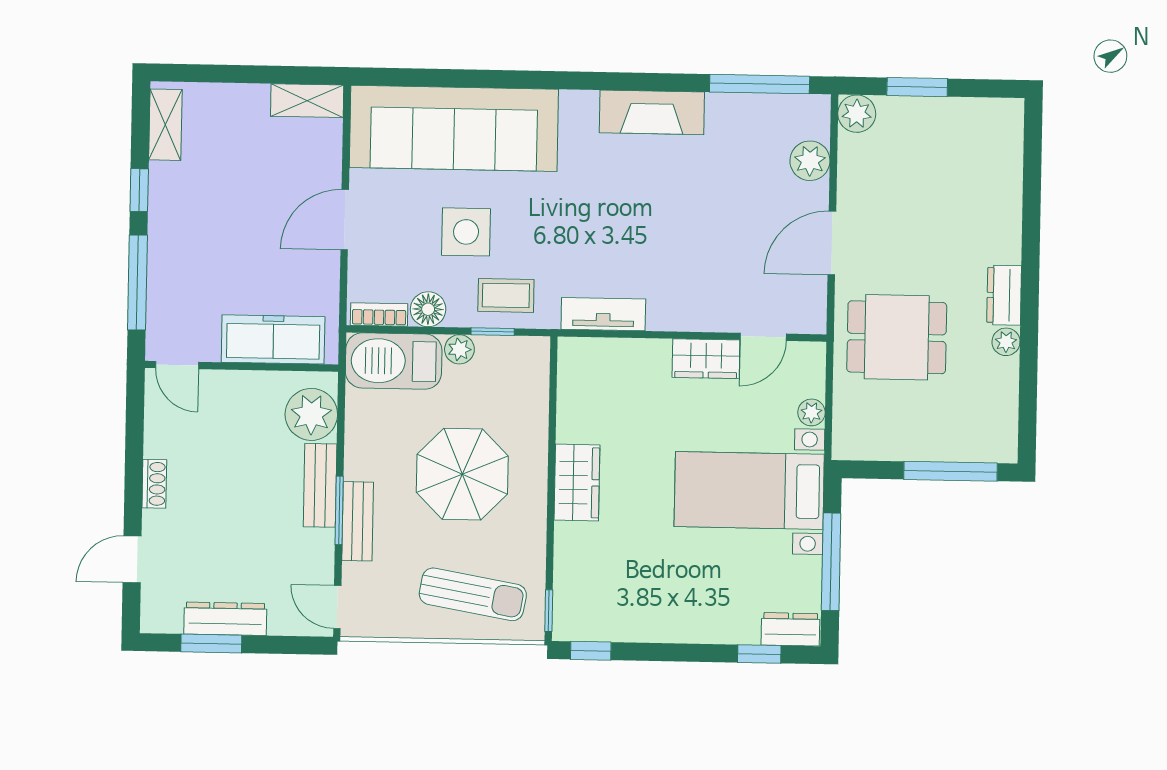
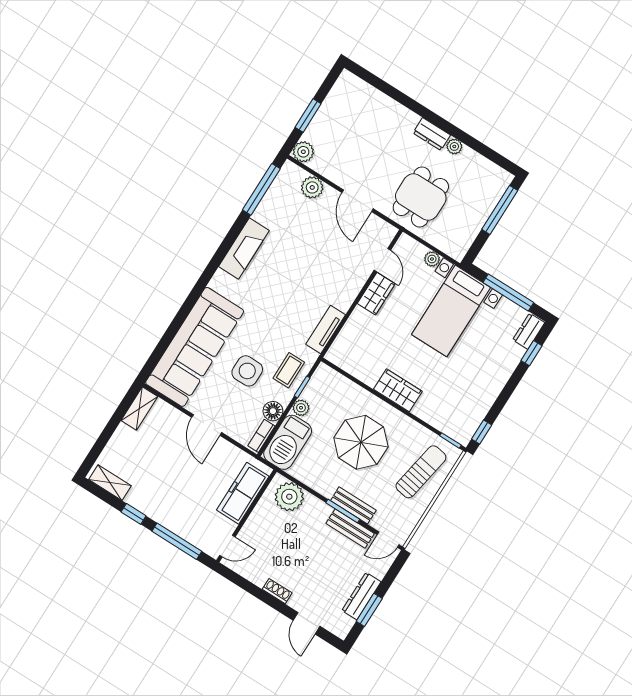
bench: (320, 485) -> (350, 528), moved

